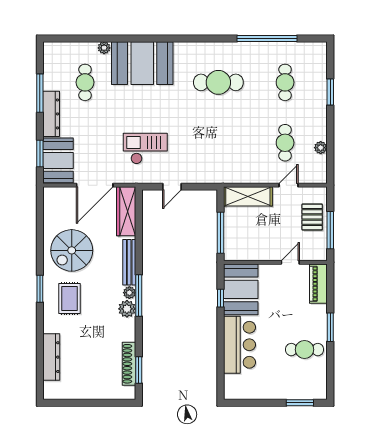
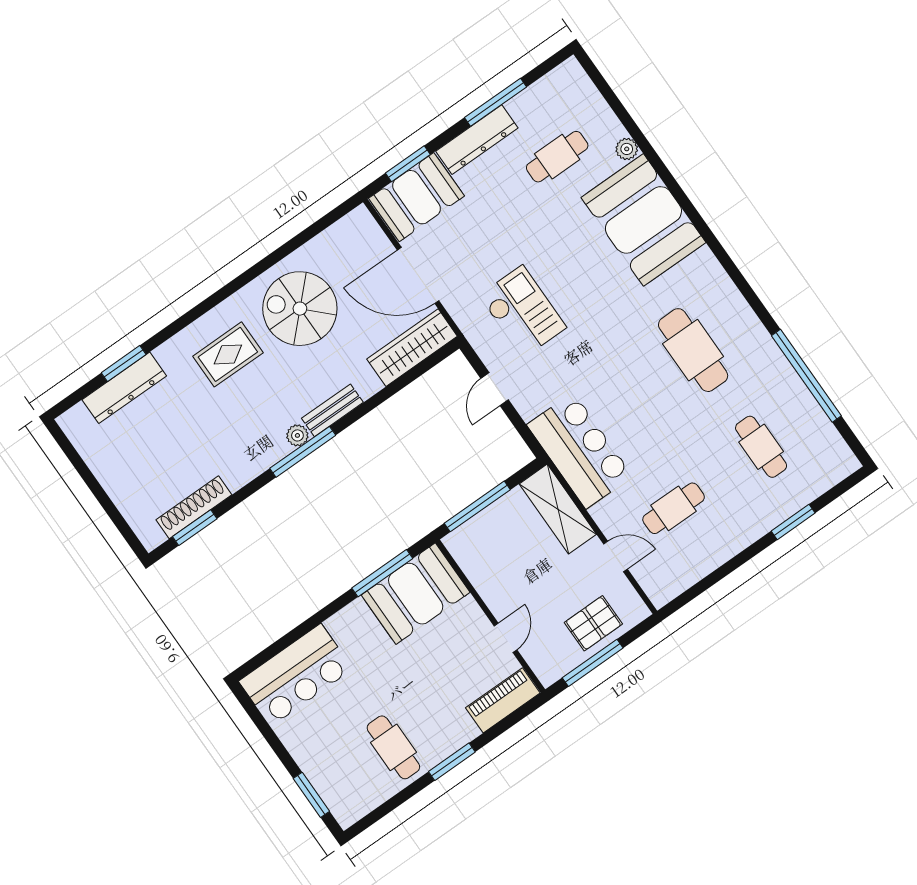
cafe table: (285, 82) -> (761, 447), turned 90
plant: (321, 148) -> (703, 565), removed
bar counter: (228, 167) -> (580, 451), added
door: (172, 187) -> (495, 389), hinge flipped
bench: (129, 262) -> (332, 410), width x0.73
door: (290, 262) -> (505, 638), hinge flipped
window: (40, 289) -> (124, 364), moved
window: (221, 298) -> (382, 573), width x2.17
plant: (127, 309) -> (272, 448), removed
bar counter: (239, 345) -> (296, 675), moved

